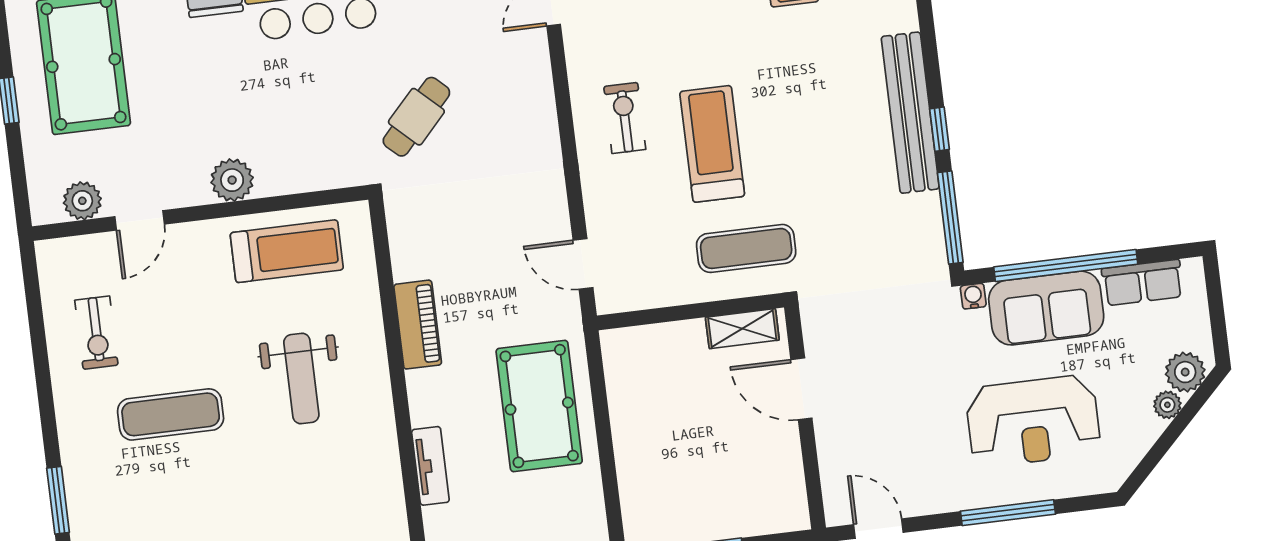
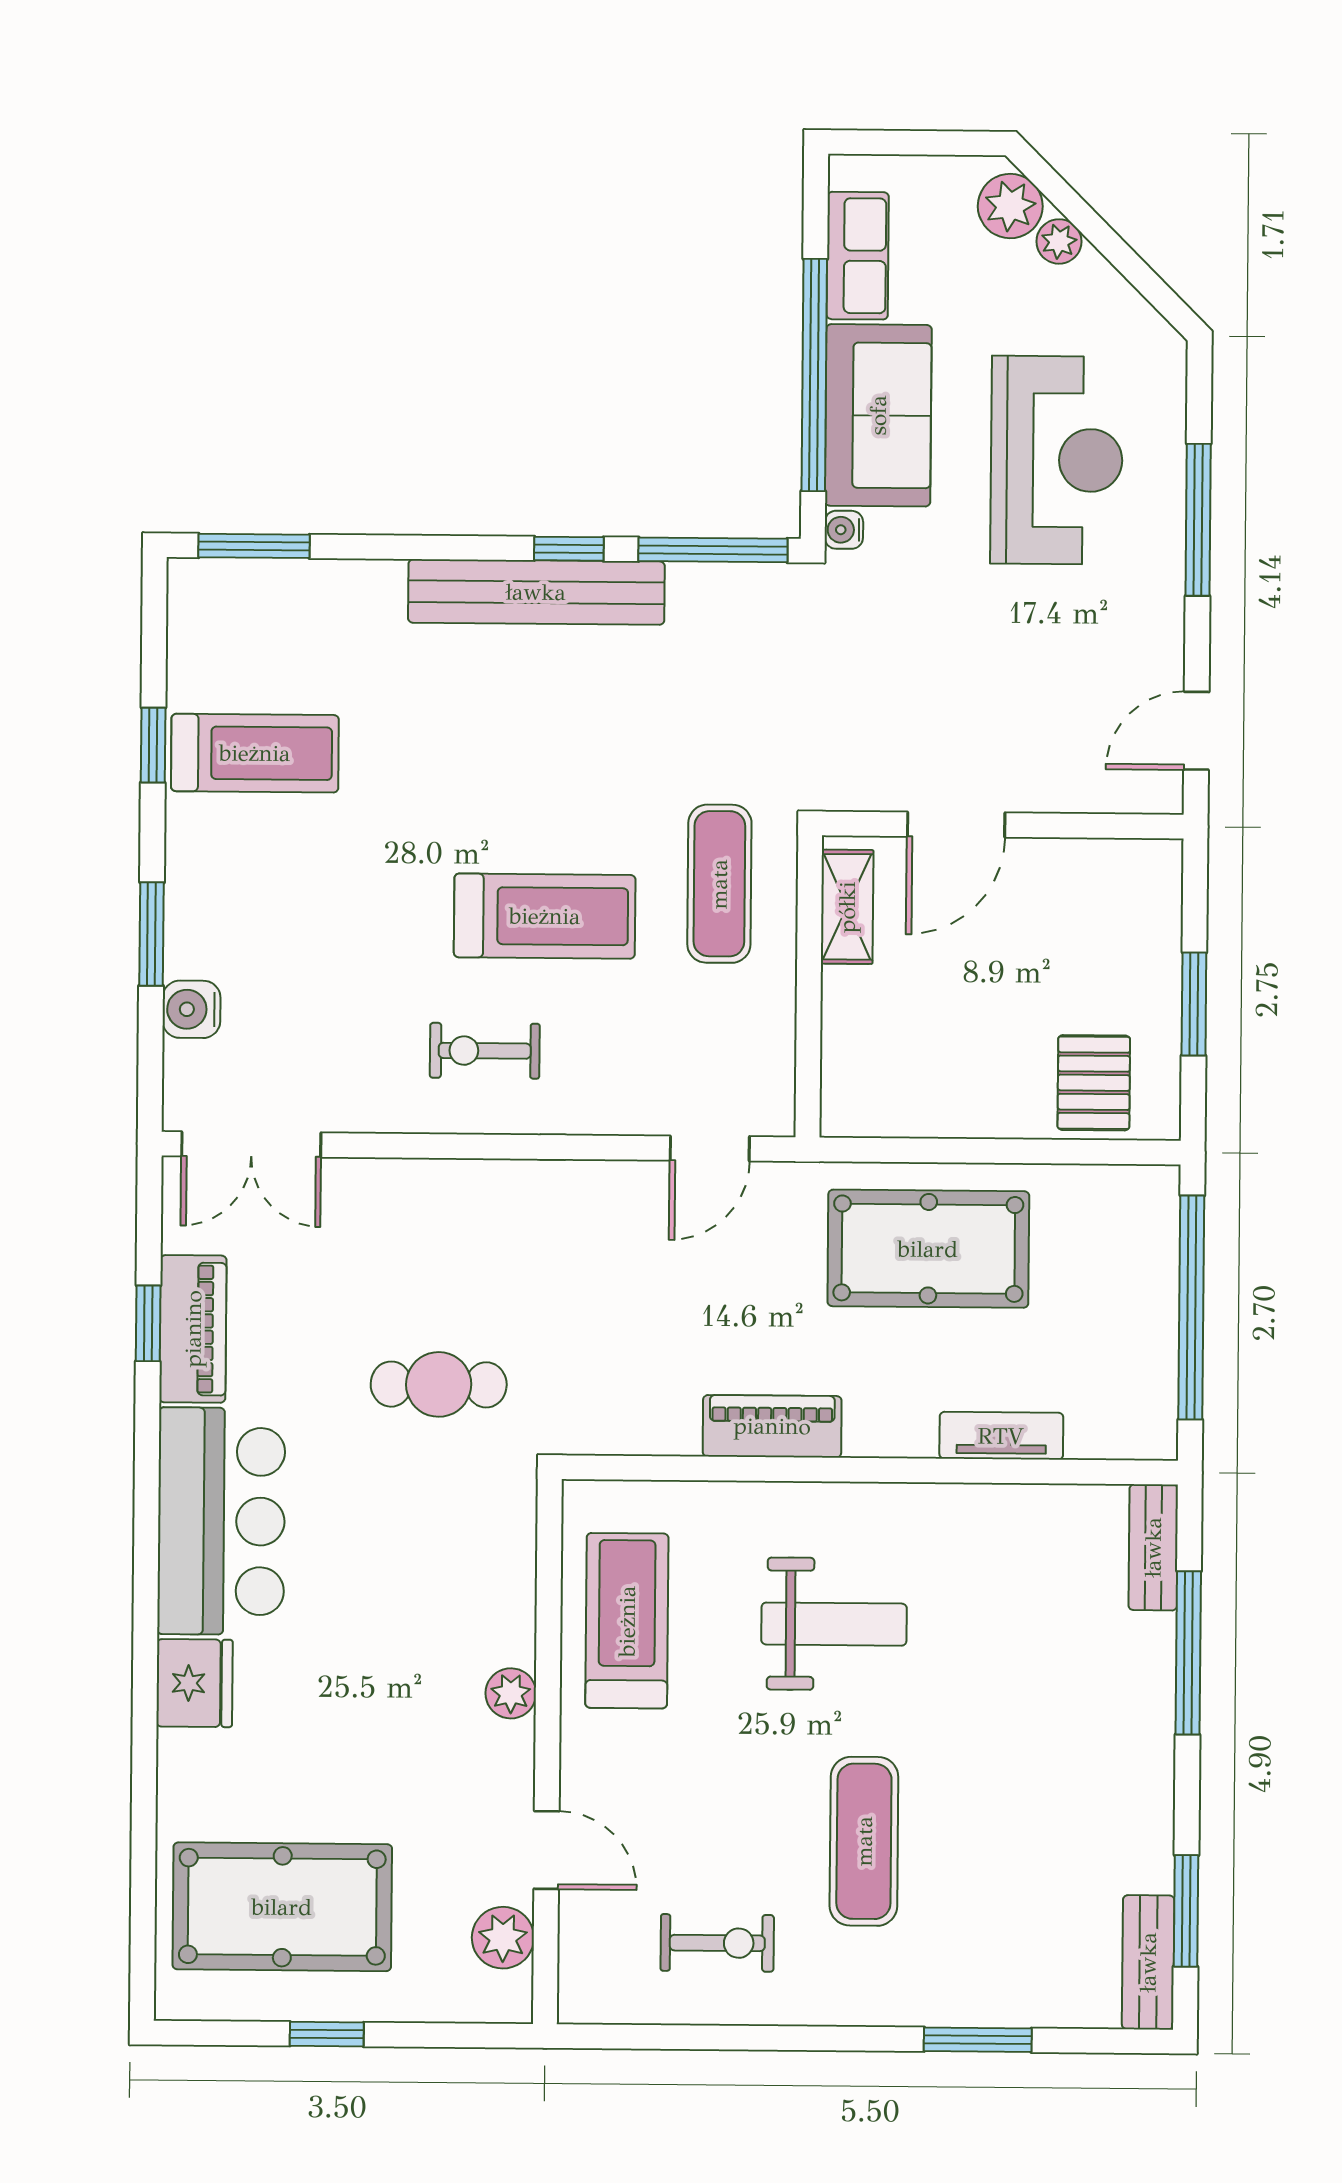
cafe table: (416, 117) -> (439, 1384), turned -43
treadmill: (712, 144) -> (545, 916), turned 180
plant: (232, 180) -> (511, 1693), width x0.73, depth x0.73
pallet: (654, 494) -> (1094, 1083), added

